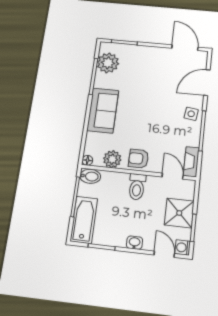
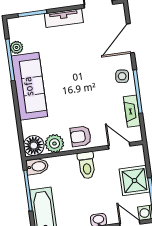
tv unit: (151, 52) -> (64, 18), added
plant: (108, 63) -> (17, 47), width x0.53, depth x0.53
sofa: (103, 110) -> (29, 86), width x1.36
floor lamp: (87, 160) -> (34, 146), width x1.89, depth x1.89
fireplace: (191, 162) -> (132, 111), moved

